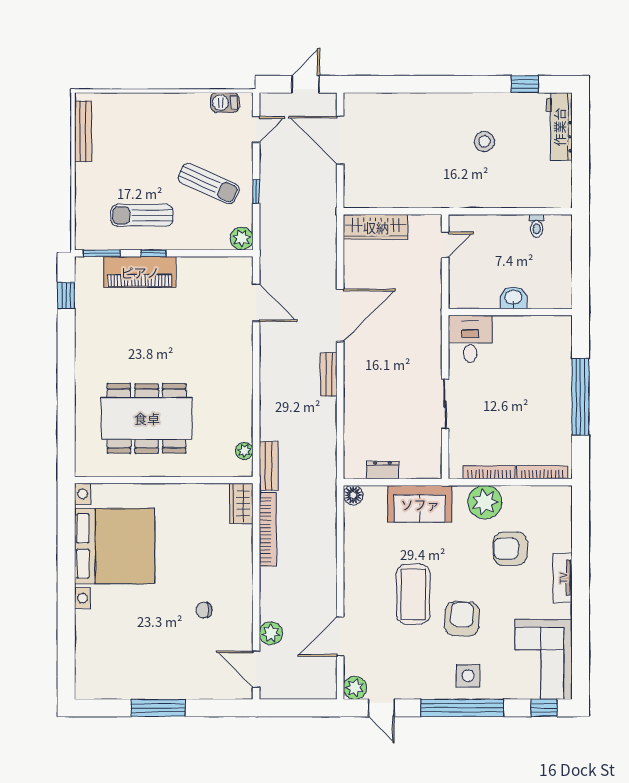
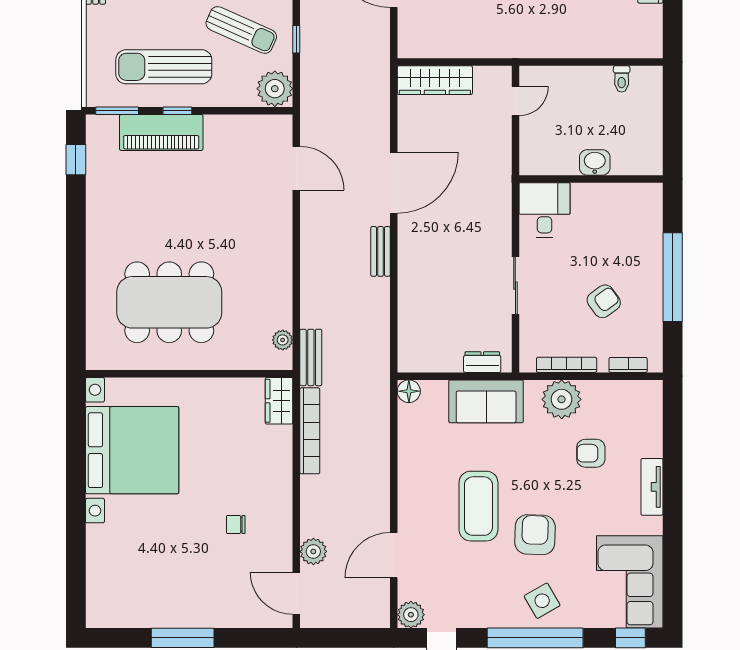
sun lounger: (142, 215) -> (164, 67), width x1.36, depth x1.34
plant: (242, 238) -> (275, 89), width x1.36, depth x1.36
armchair: (521, 418) -> (604, 301), added
dresser: (383, 470) -> (482, 362), moved
bookcase: (542, 472) -> (628, 365), width x0.64
armchair: (510, 549) -> (591, 453), width x0.72, depth x0.72
side table: (468, 676) -> (542, 601), turned -30

